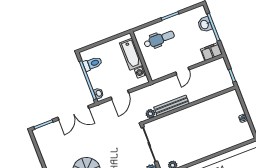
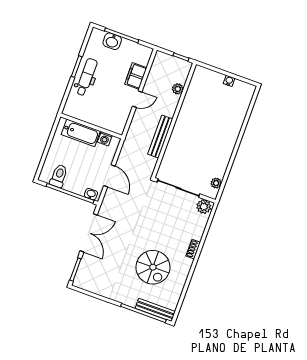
dental chair: (159, 39) -> (87, 77), moved
filing cabinet: (211, 52) -> (136, 76), moved
door: (182, 71) -> (137, 99), hinge flipped
plant: (150, 114) -> (178, 89), moved

